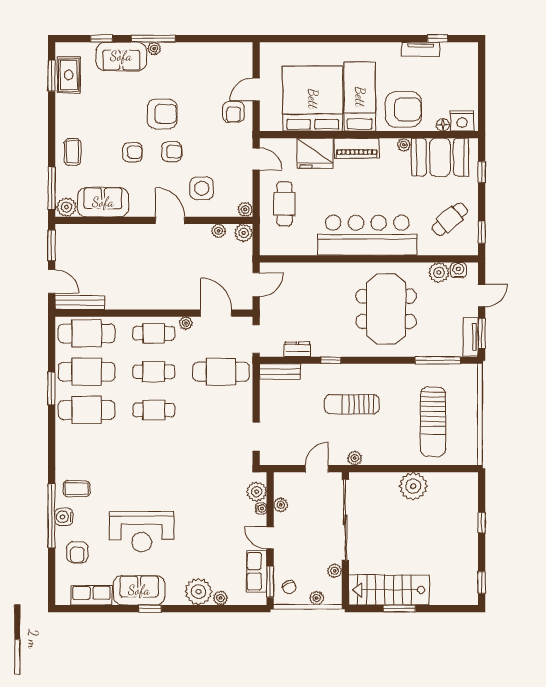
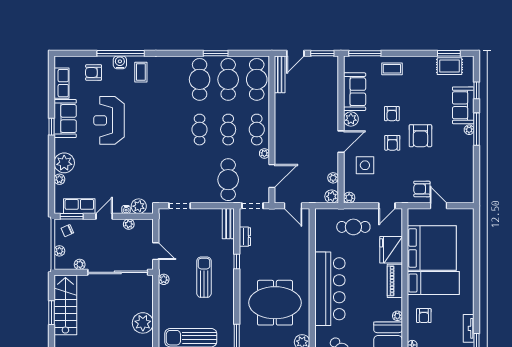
armchair: (403, 109) -> (424, 316), width x0.53, depth x0.53
plant: (66, 207) -> (351, 119), moved

